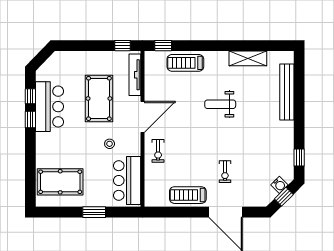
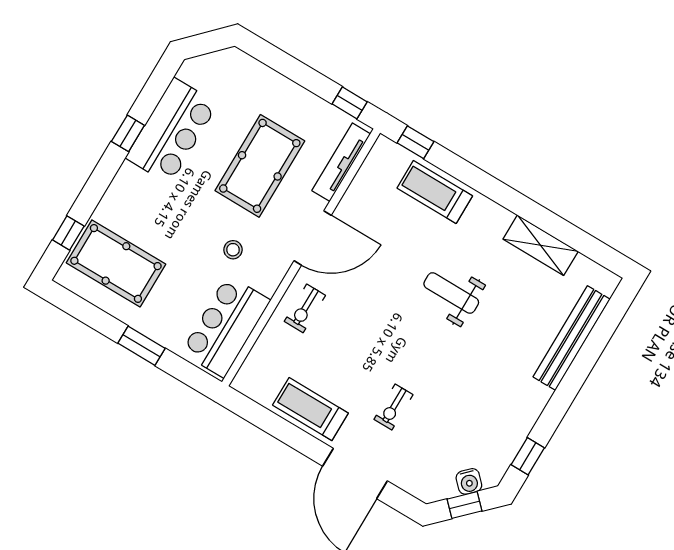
window: (30, 96) -> (68, 233), moved

